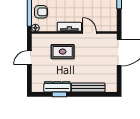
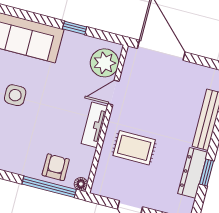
plant: (104, 24) -> (105, 63), added
rug: (63, 52) -> (134, 148), turned 90

